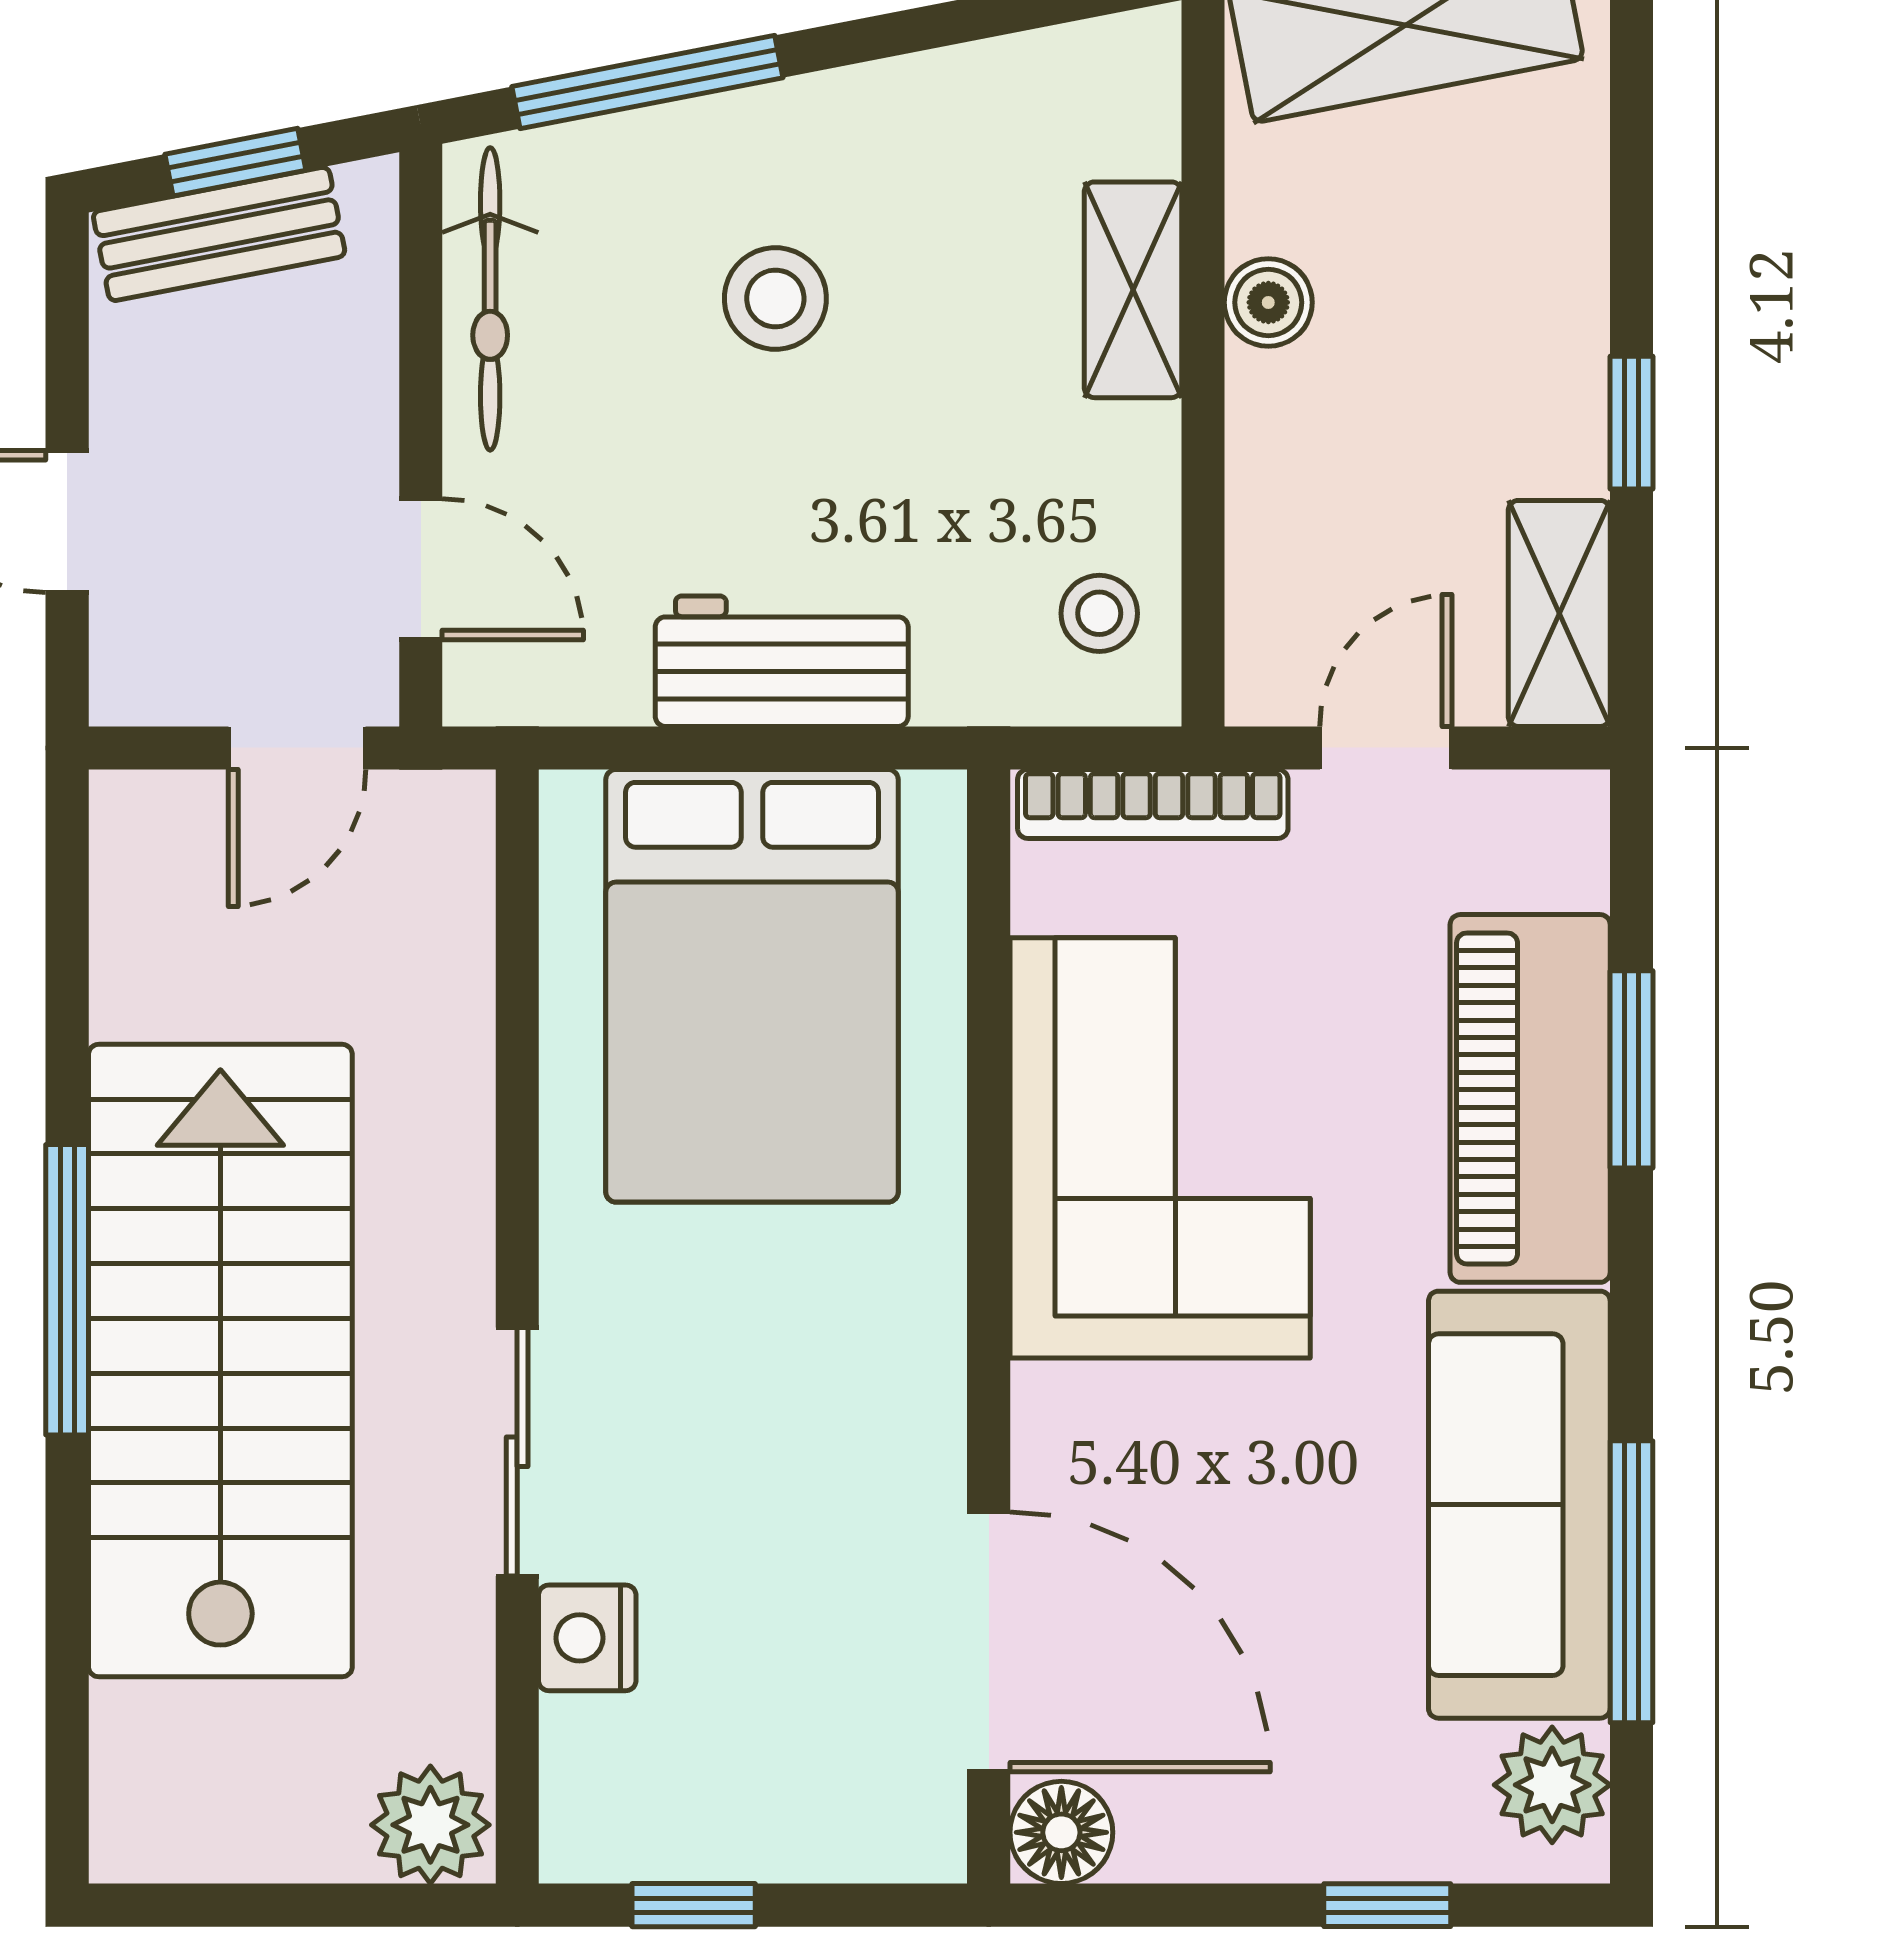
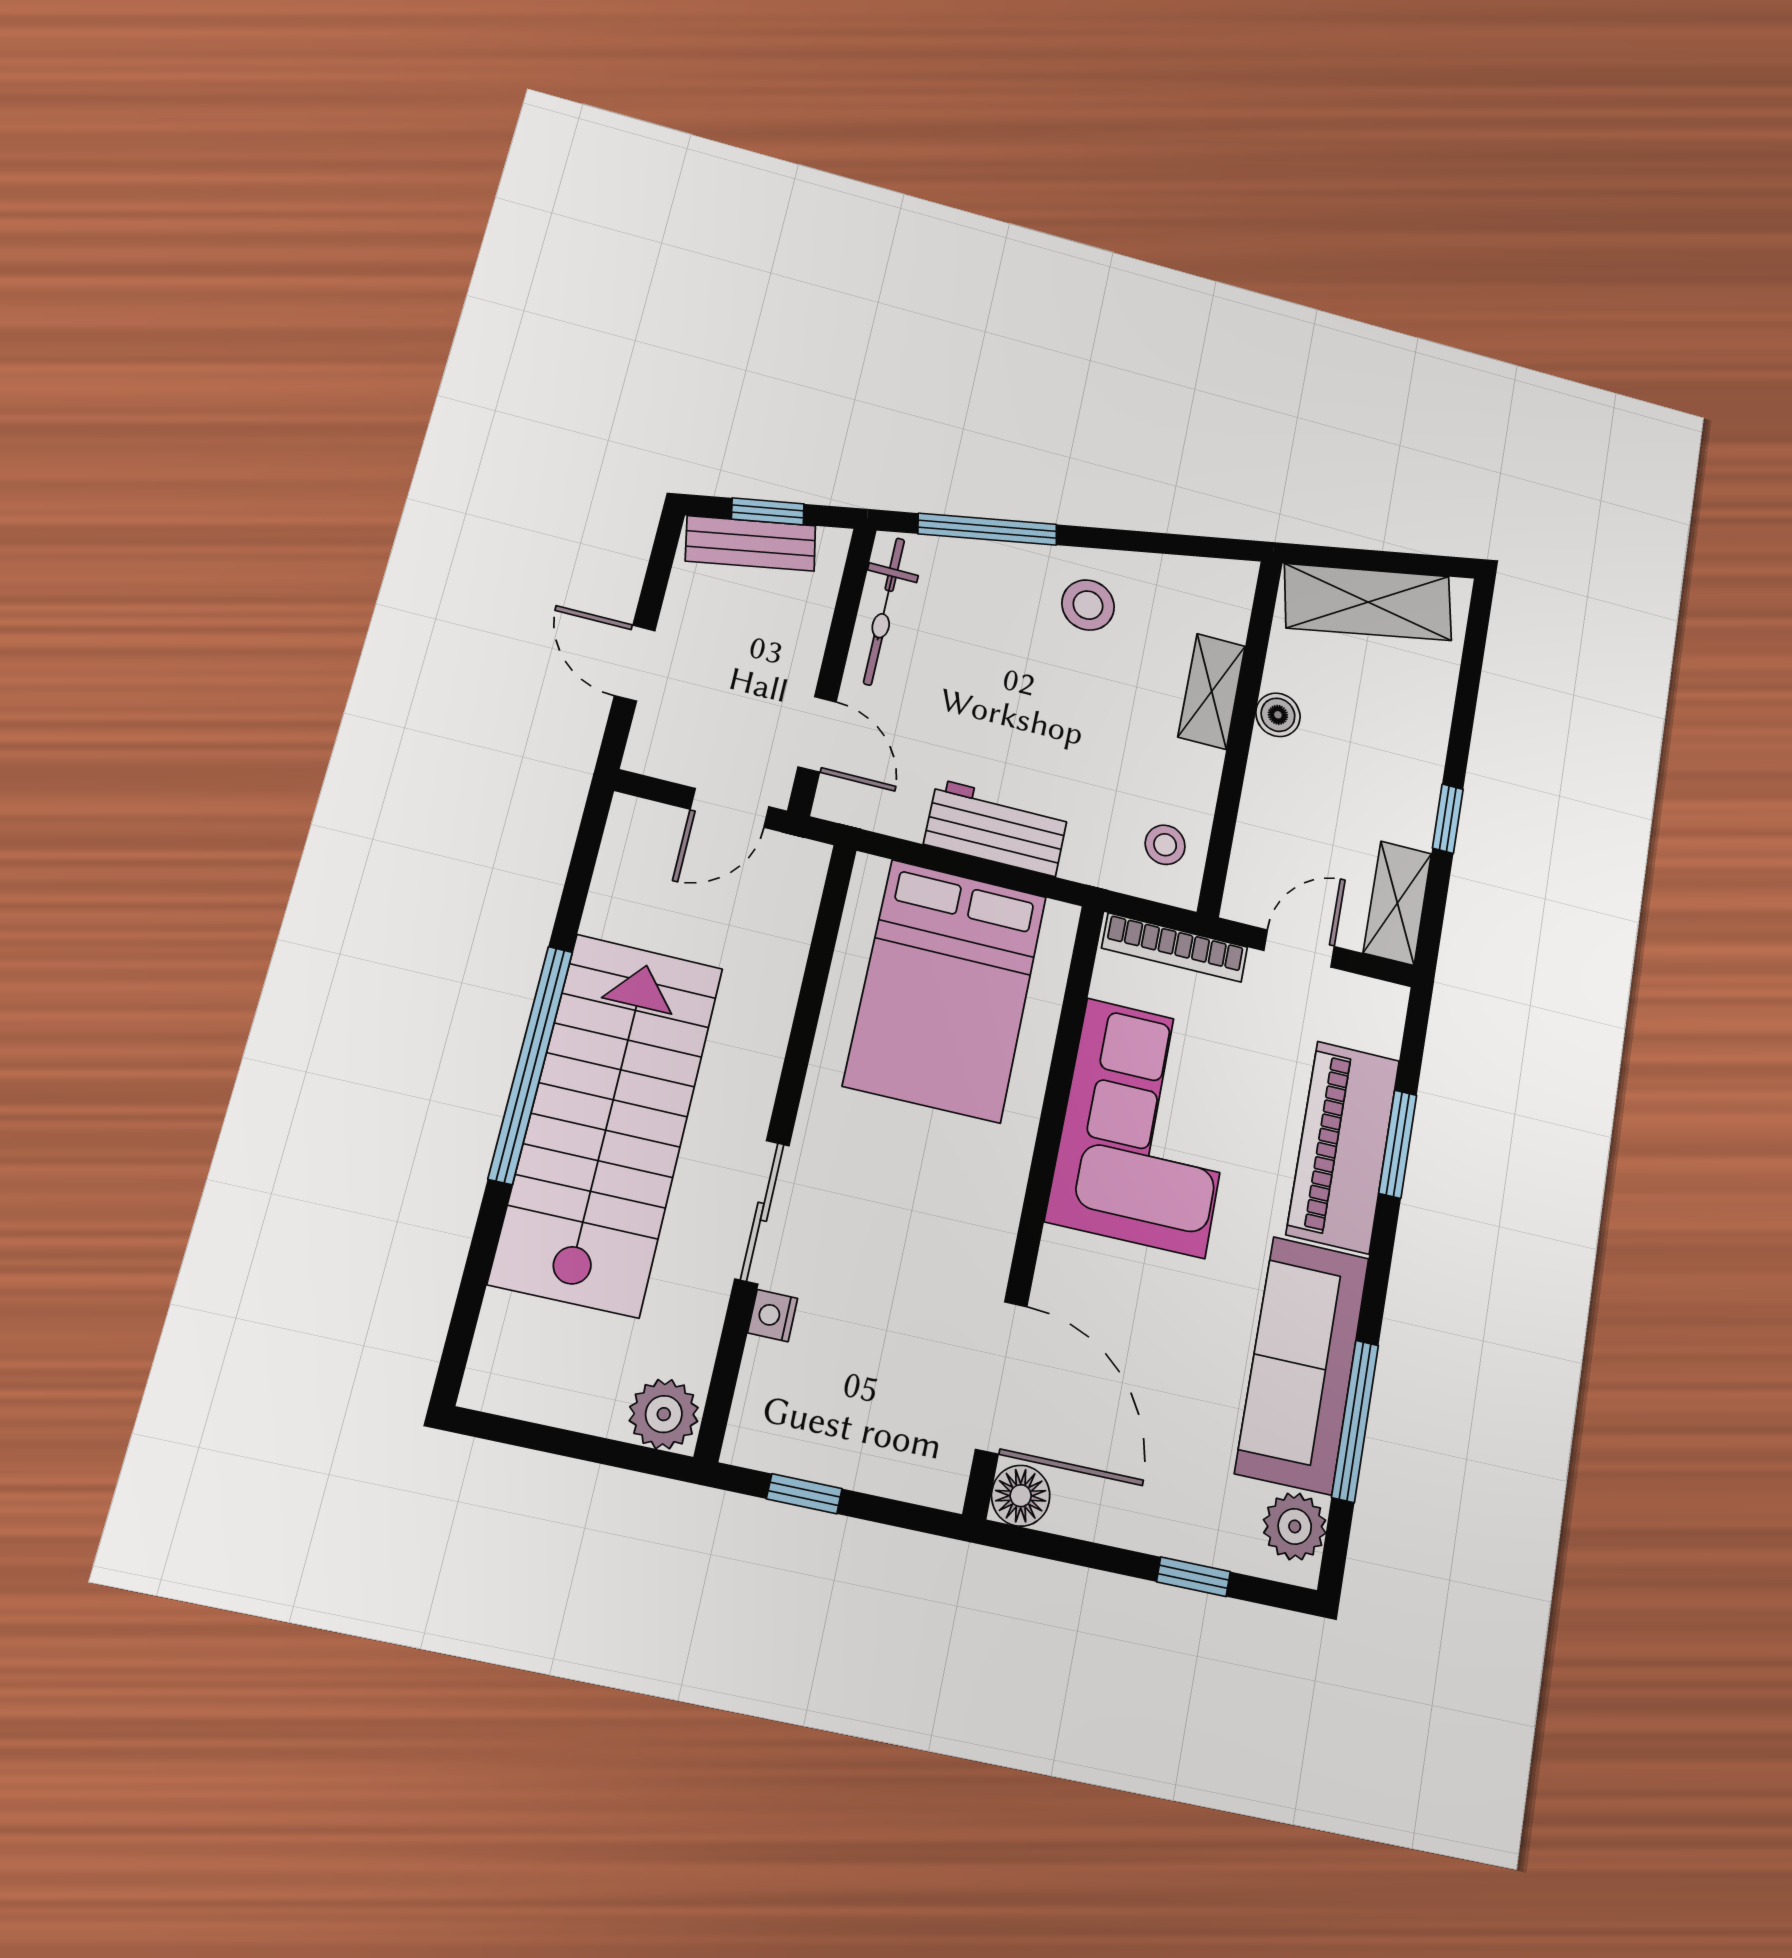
stool: (775, 299) -> (1088, 605), moved
window: (67, 1290) -> (531, 1064), width x1.46
nightstand: (587, 1638) -> (773, 1316), width x0.72, depth x0.74

